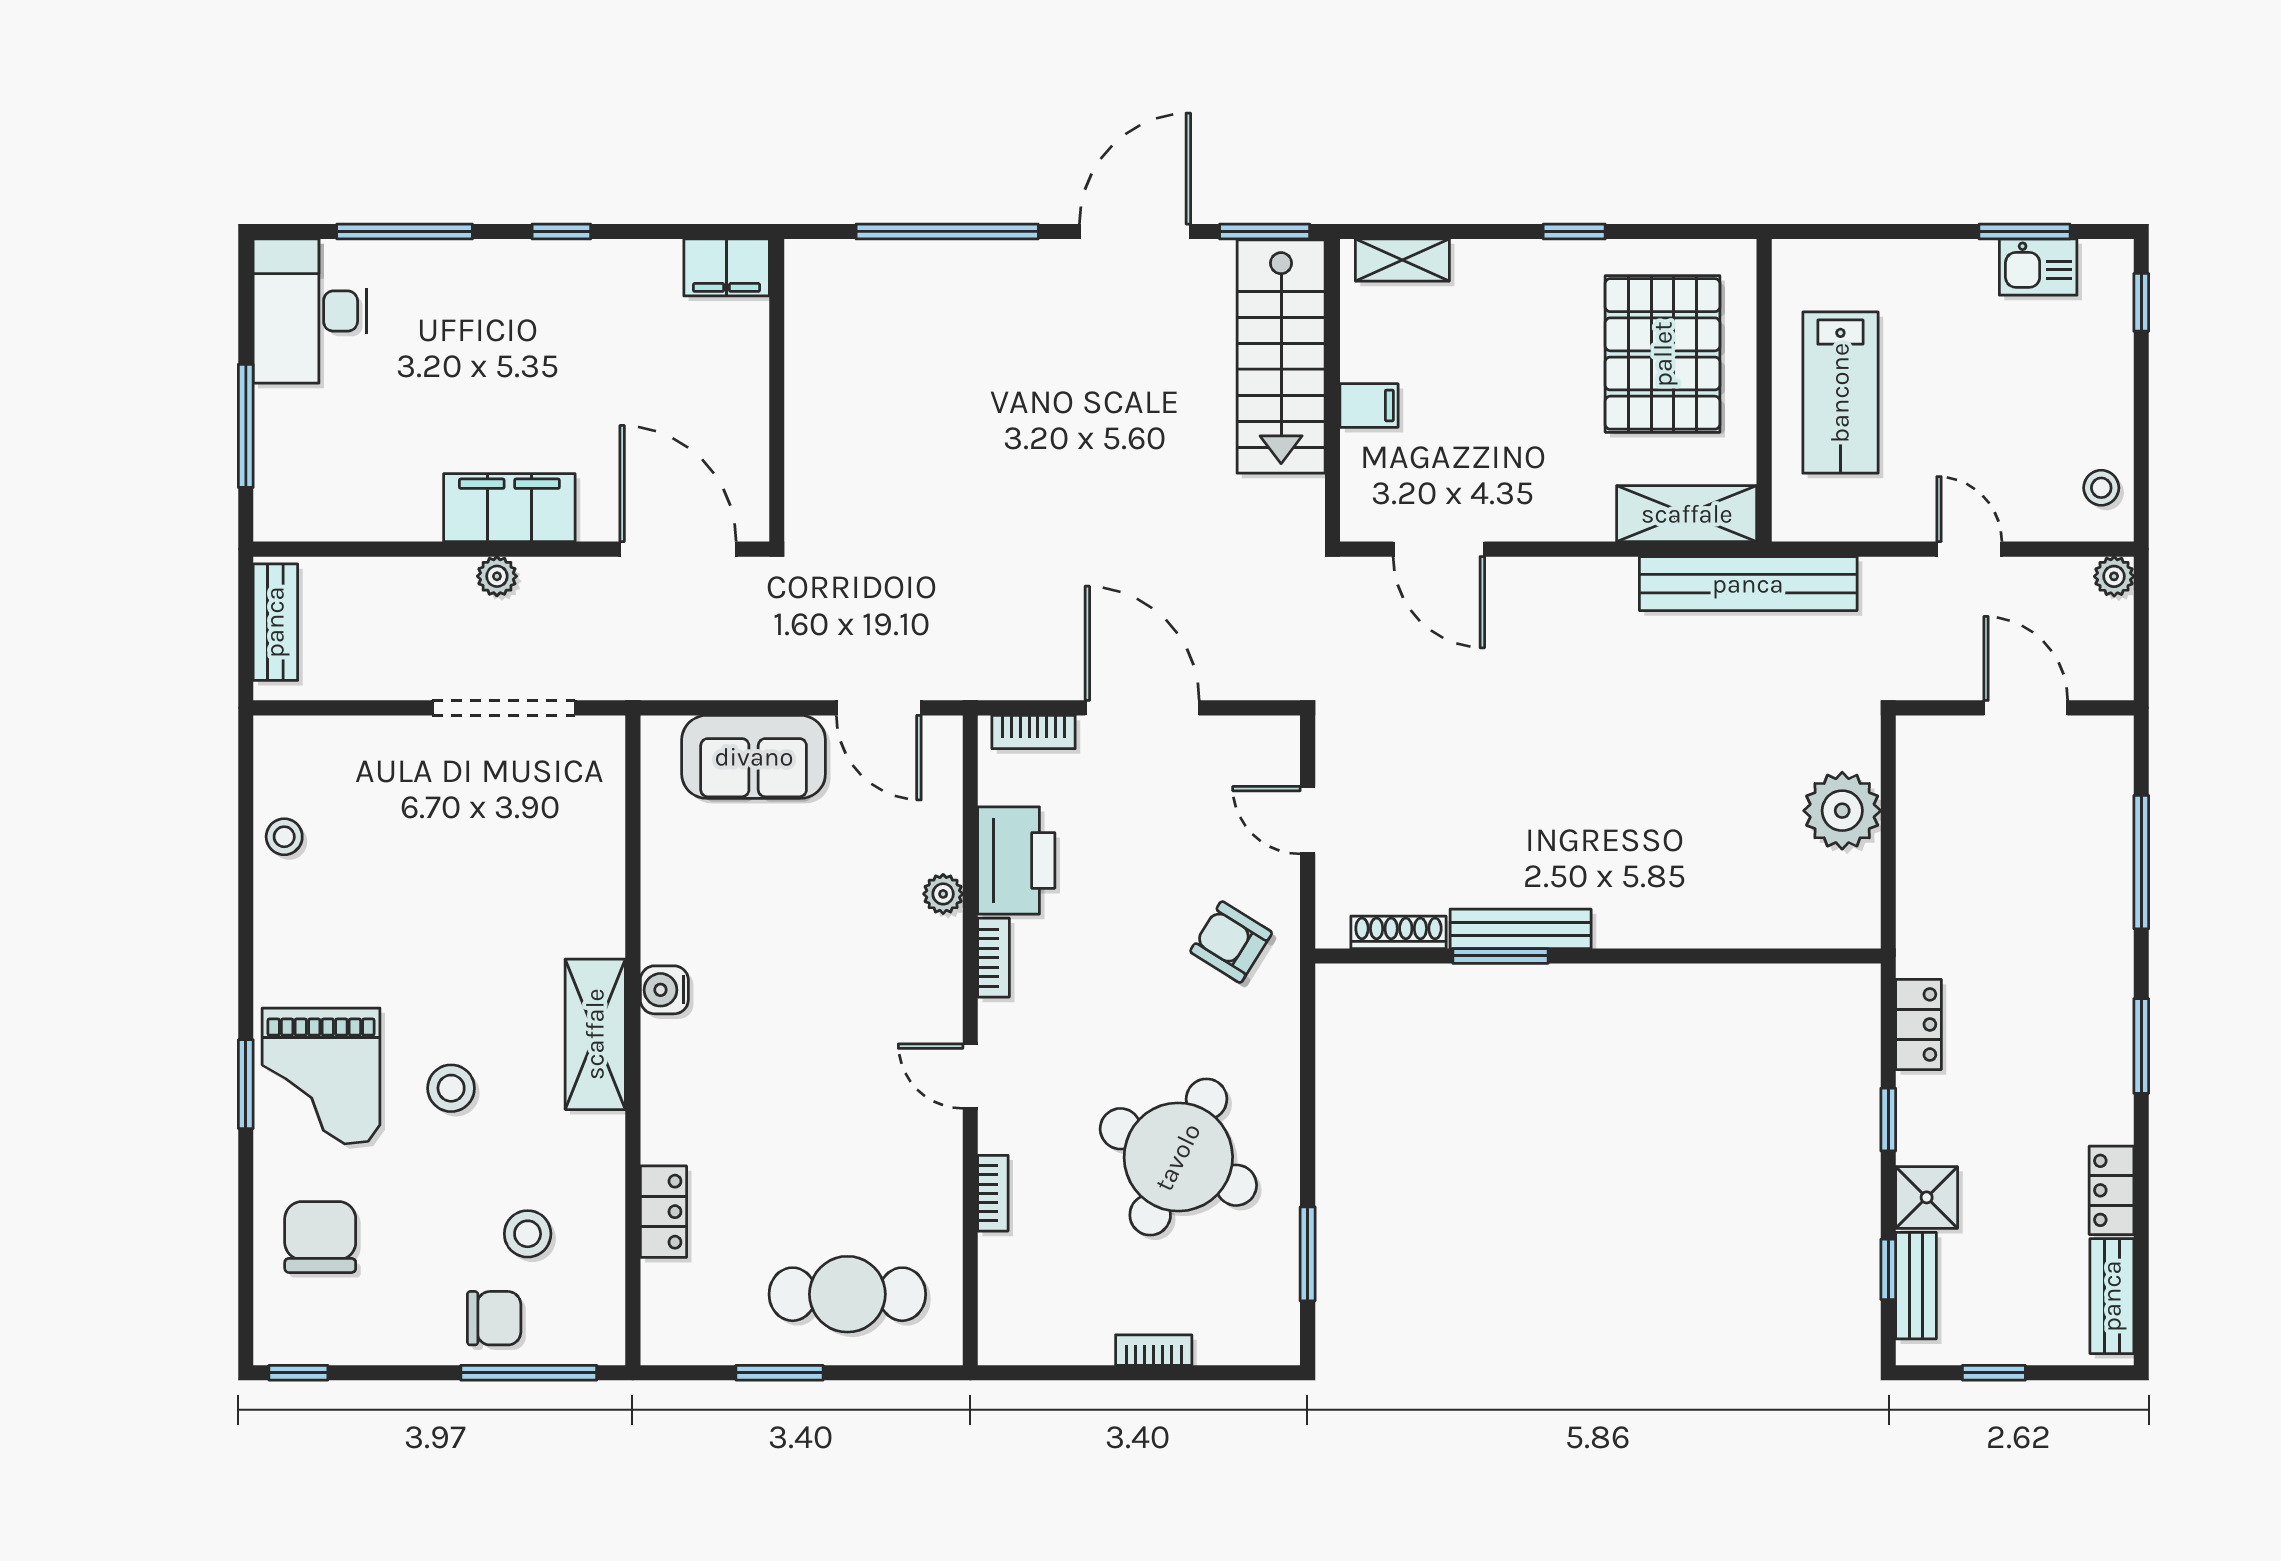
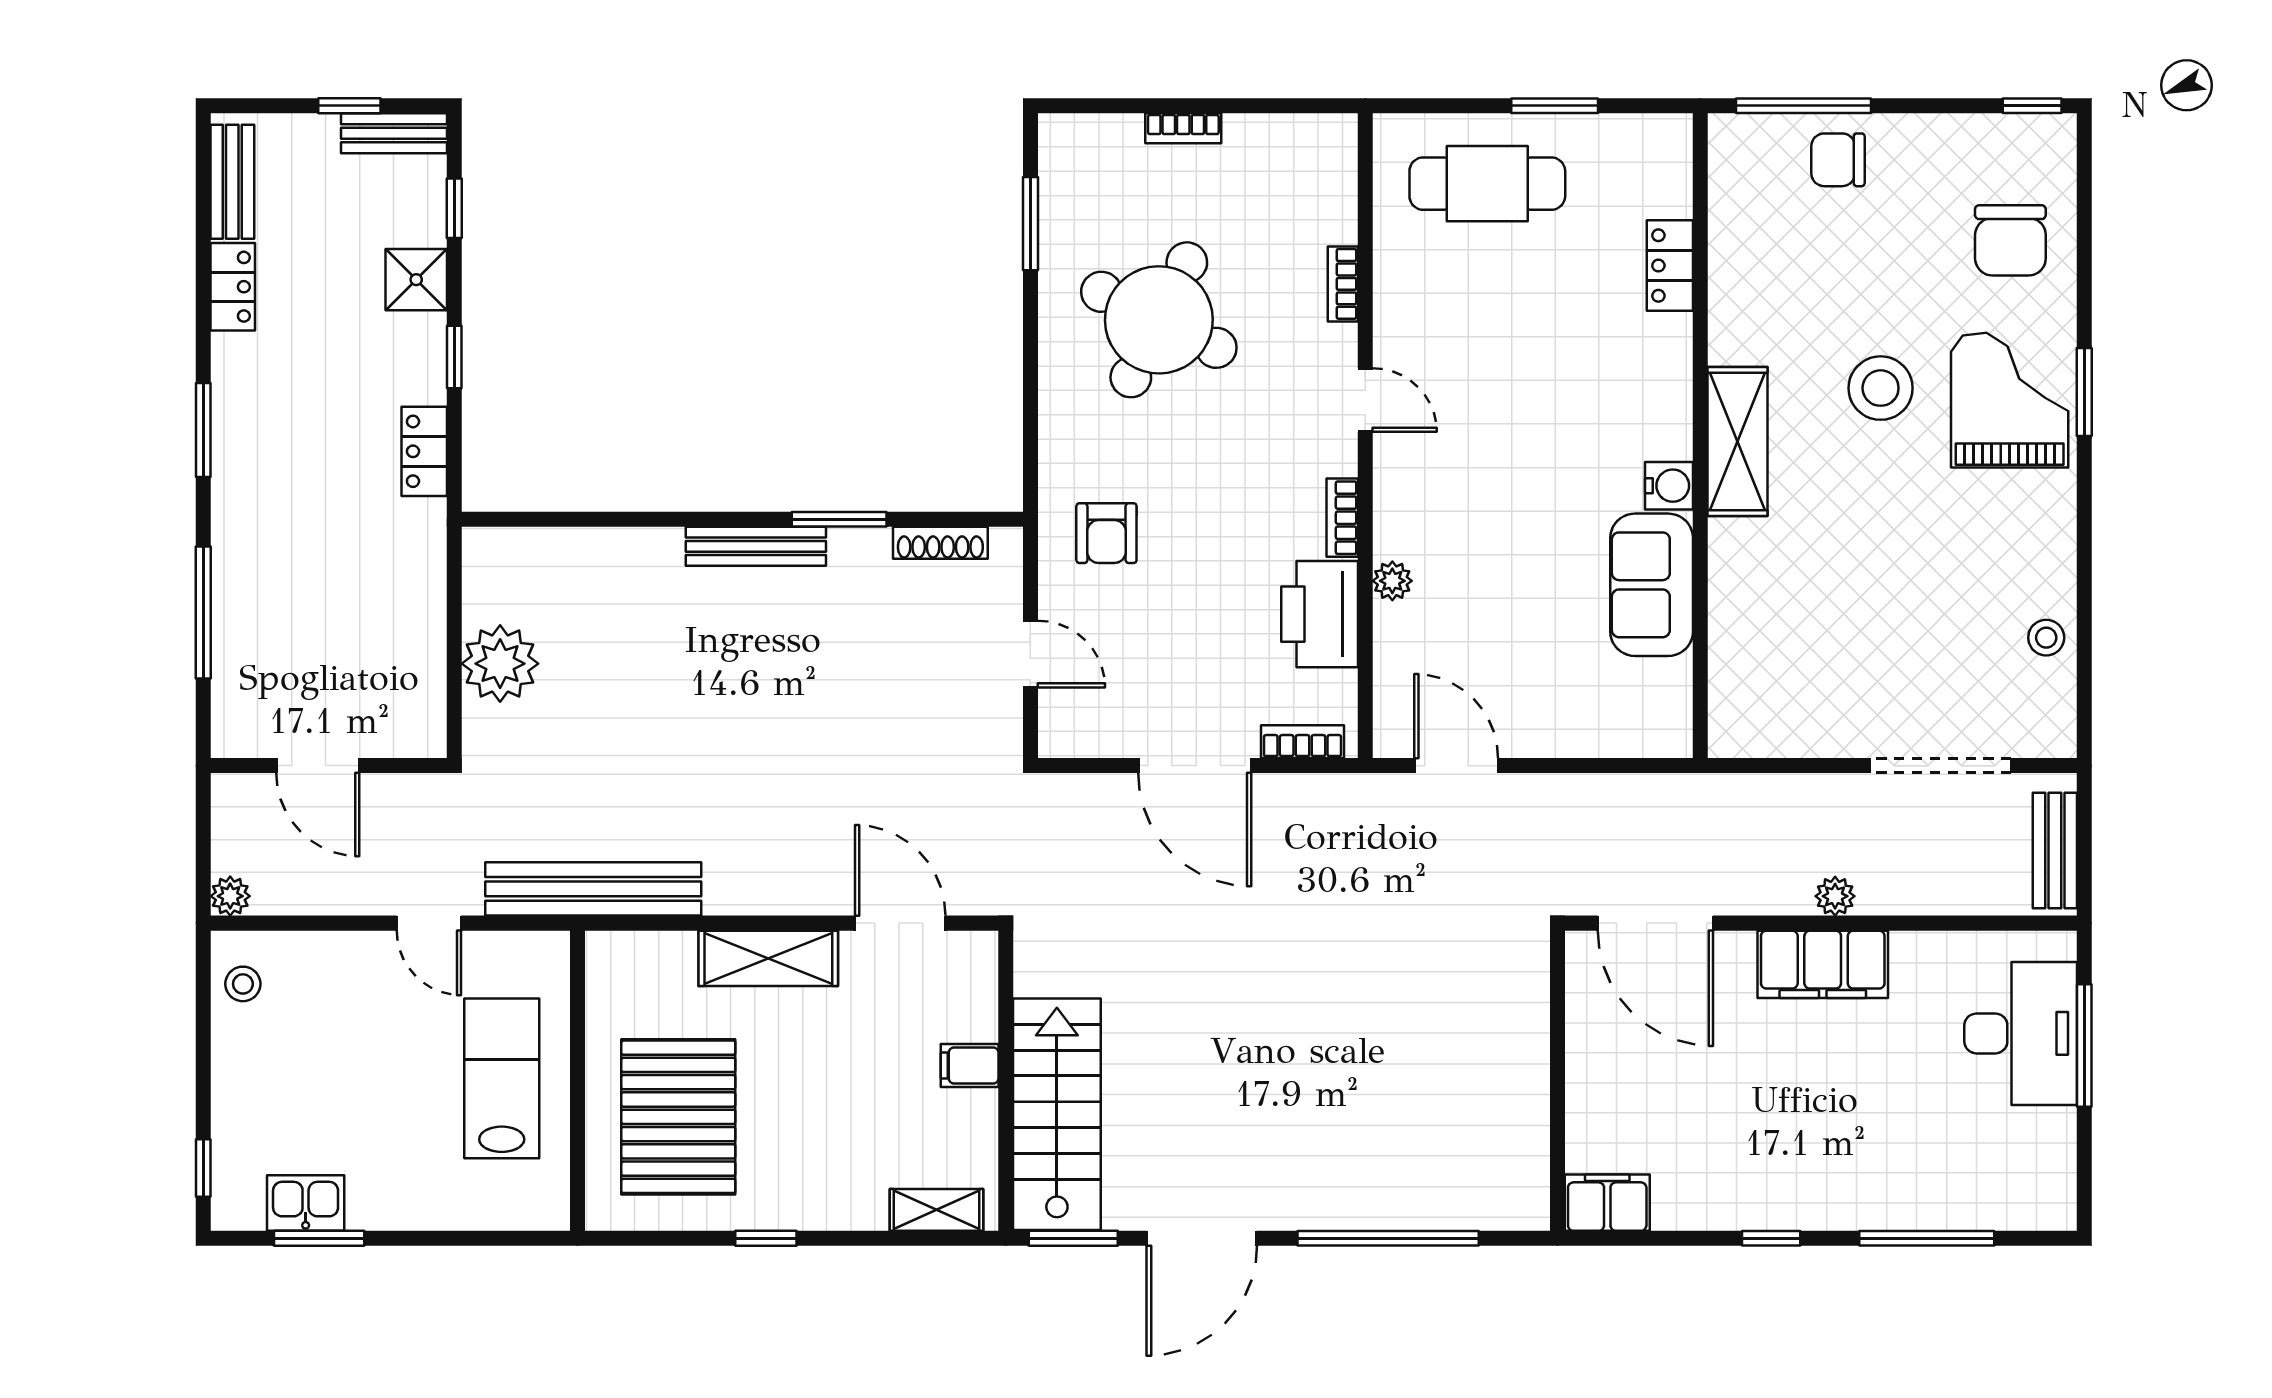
desk: (310, 311) -> (2021, 1033), moved
shelving: (1687, 514) -> (768, 958), moved
door: (1969, 549) -> (429, 923), moved
doorway: (504, 708) -> (1940, 766), moved
sofa: (754, 757) -> (1652, 585), moved, turned -90
bench: (1521, 929) -> (756, 546), moved
armchair: (1231, 942) -> (1106, 533), turned 58
stool: (451, 1088) -> (1881, 388), width x1.38, depth x1.38
stool: (528, 1234) -> (1805, 244), removed
bench: (1916, 1286) -> (394, 133), moved, turned 90

